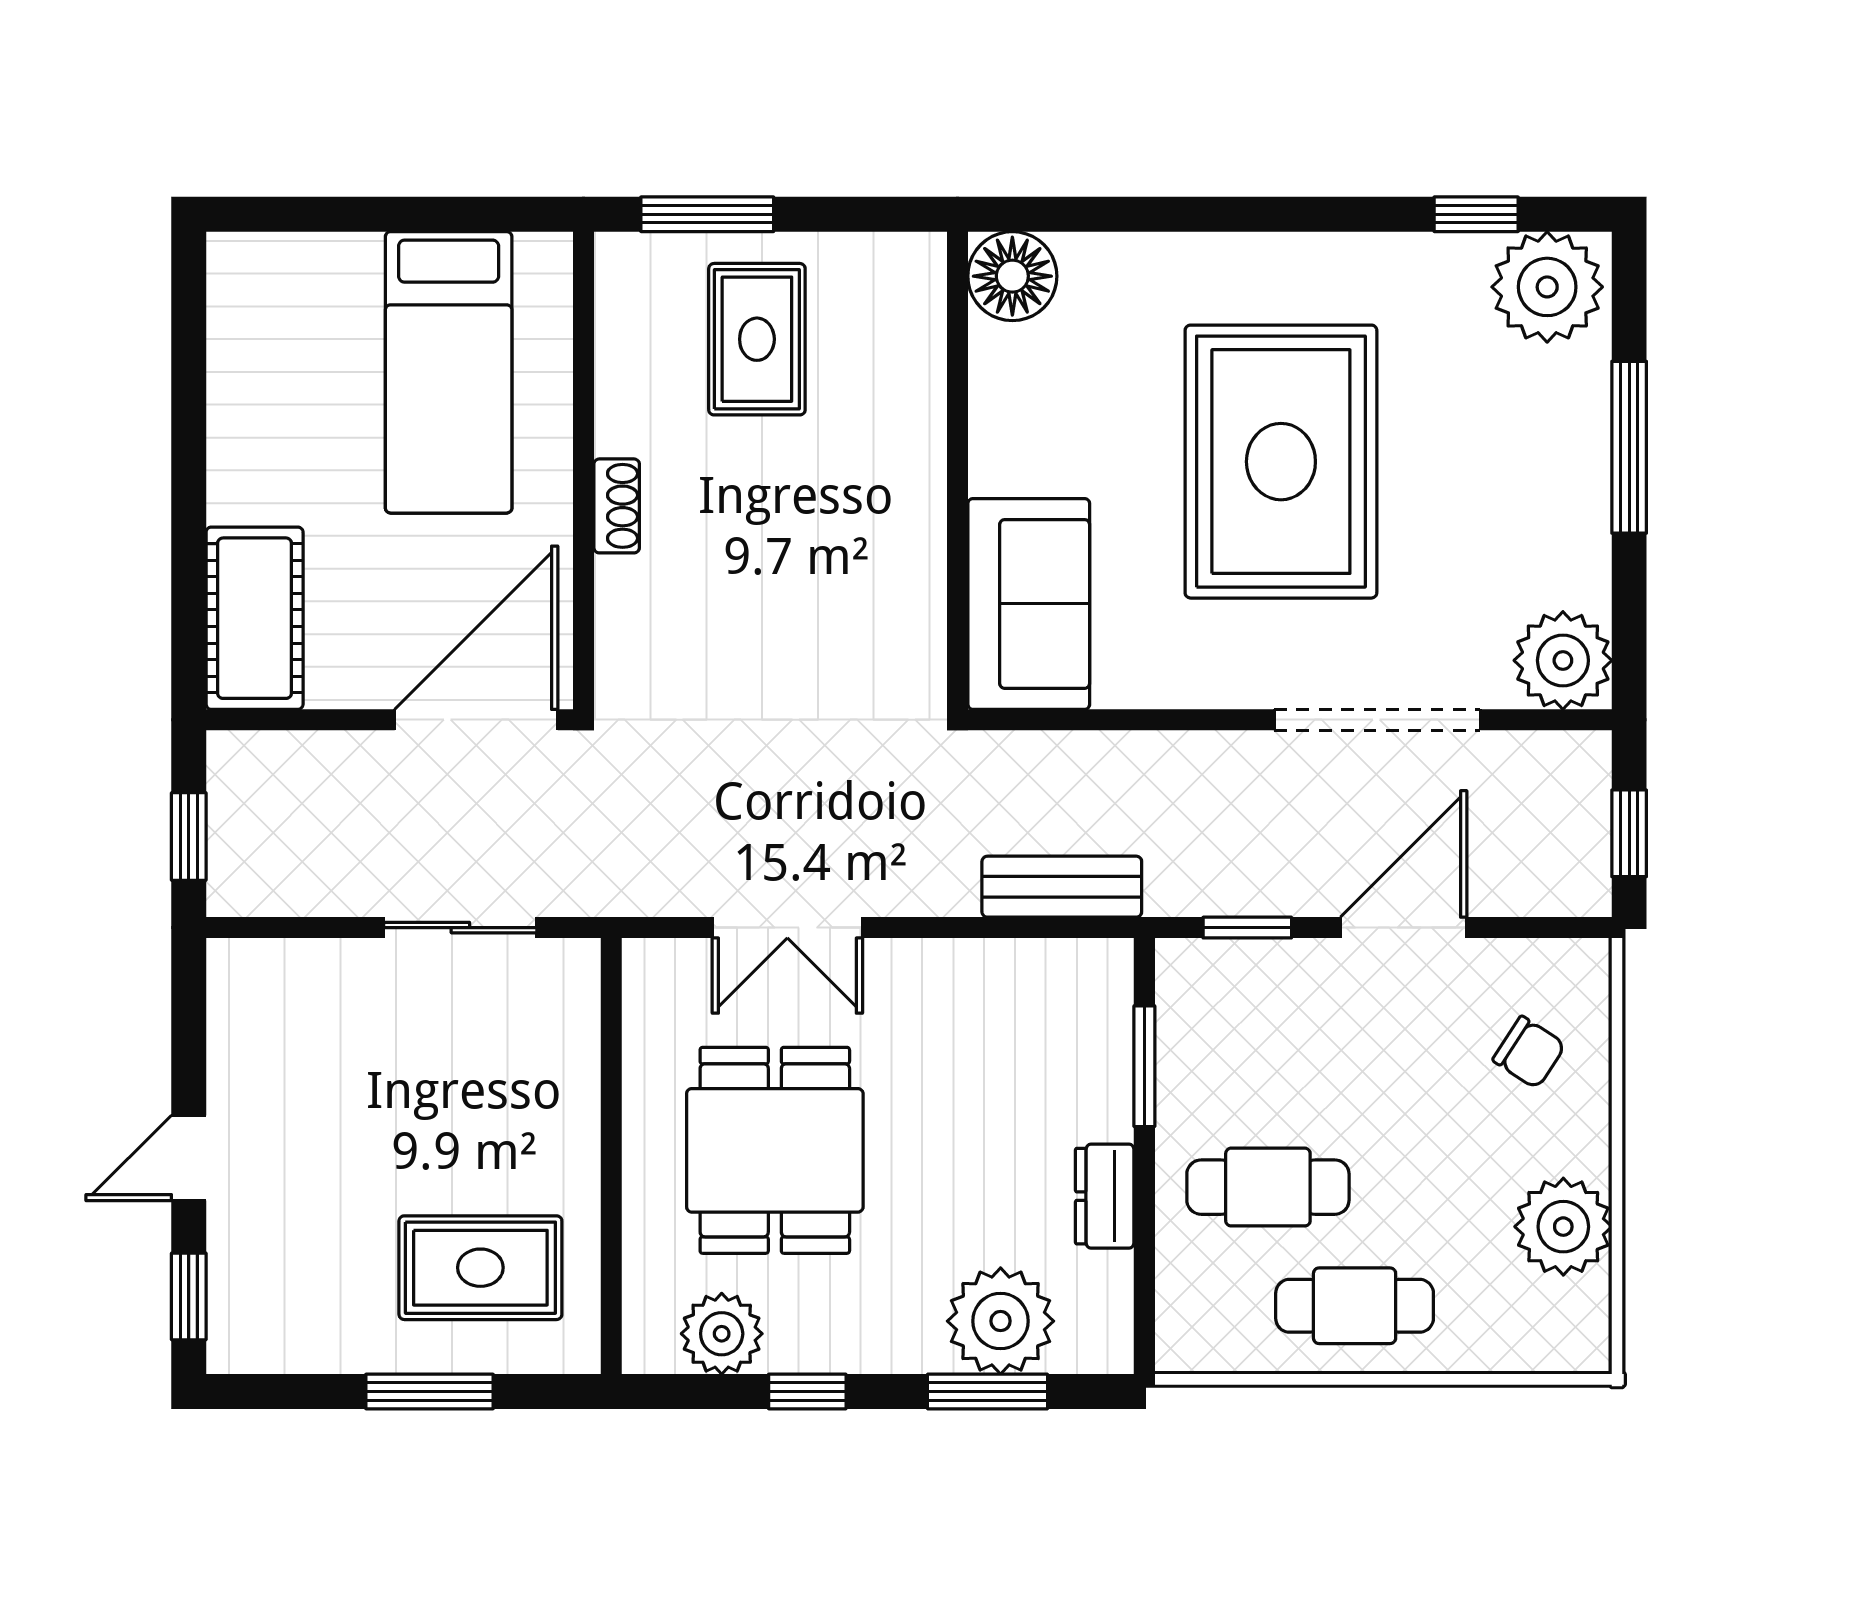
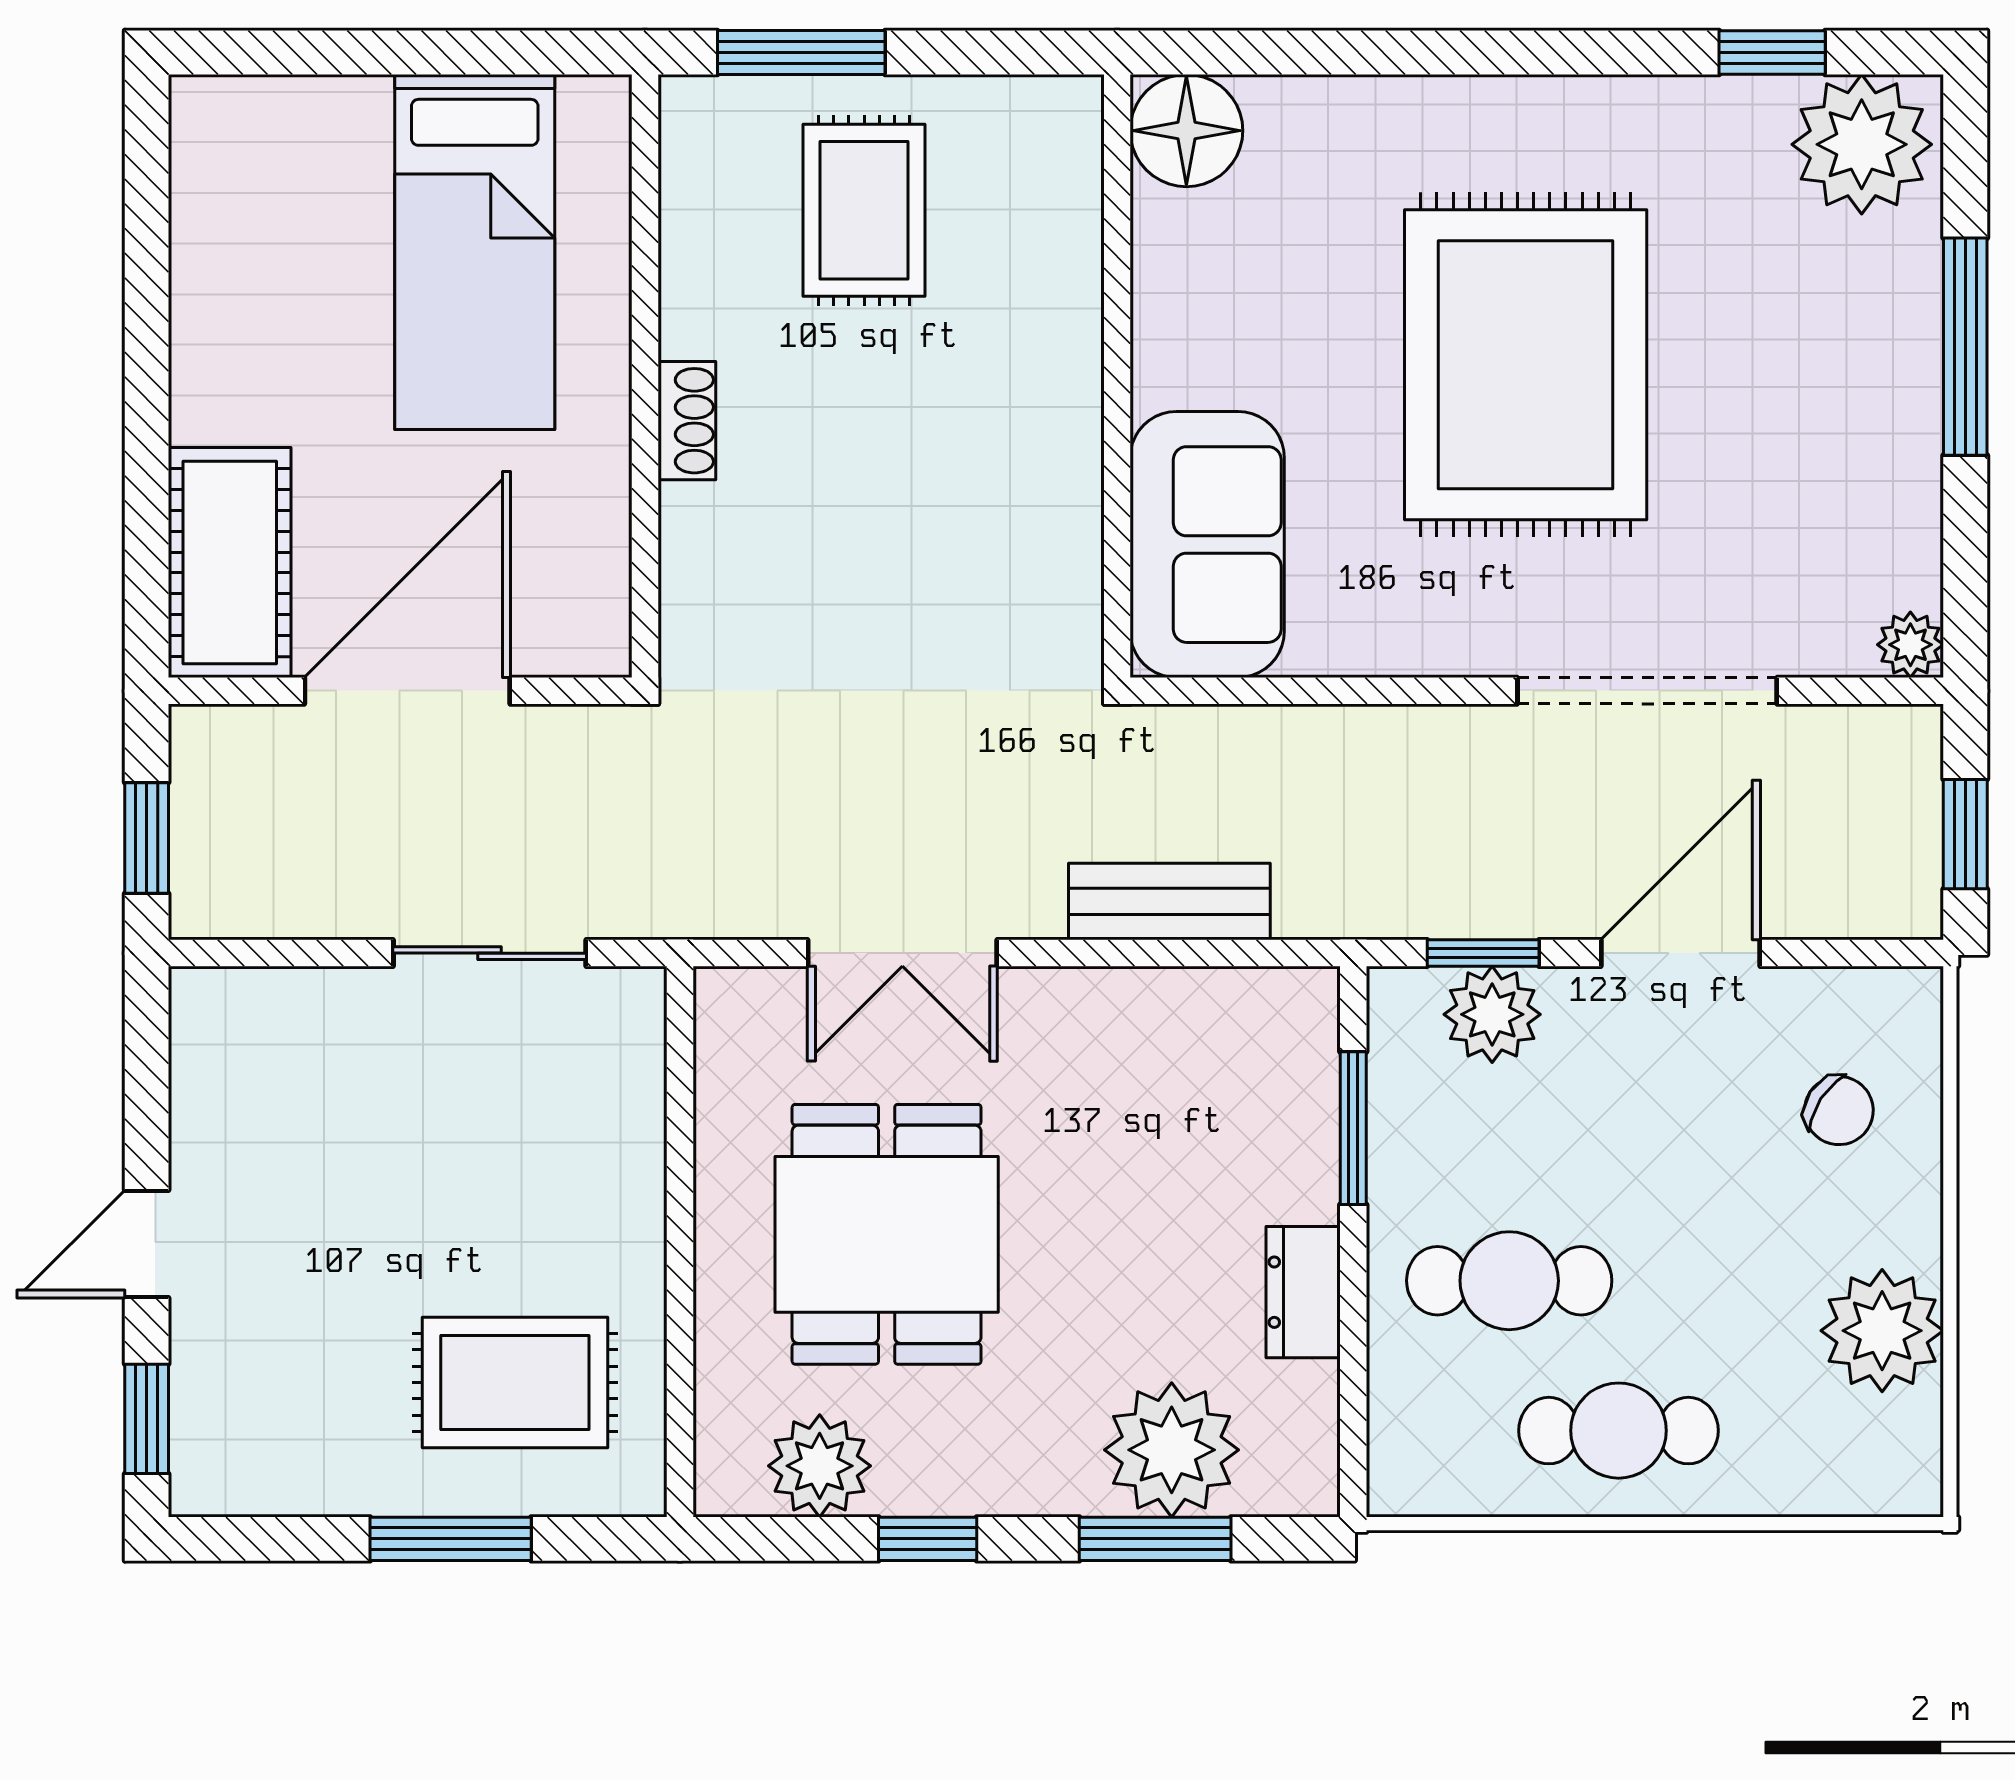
plant: (1563, 660) -> (1910, 645), width x0.53, depth x0.53
door: (476, 720) -> (407, 691), moved
bench: (1062, 887) -> (1169, 901), moved
plant: (1254, 976) -> (1492, 1014), added

